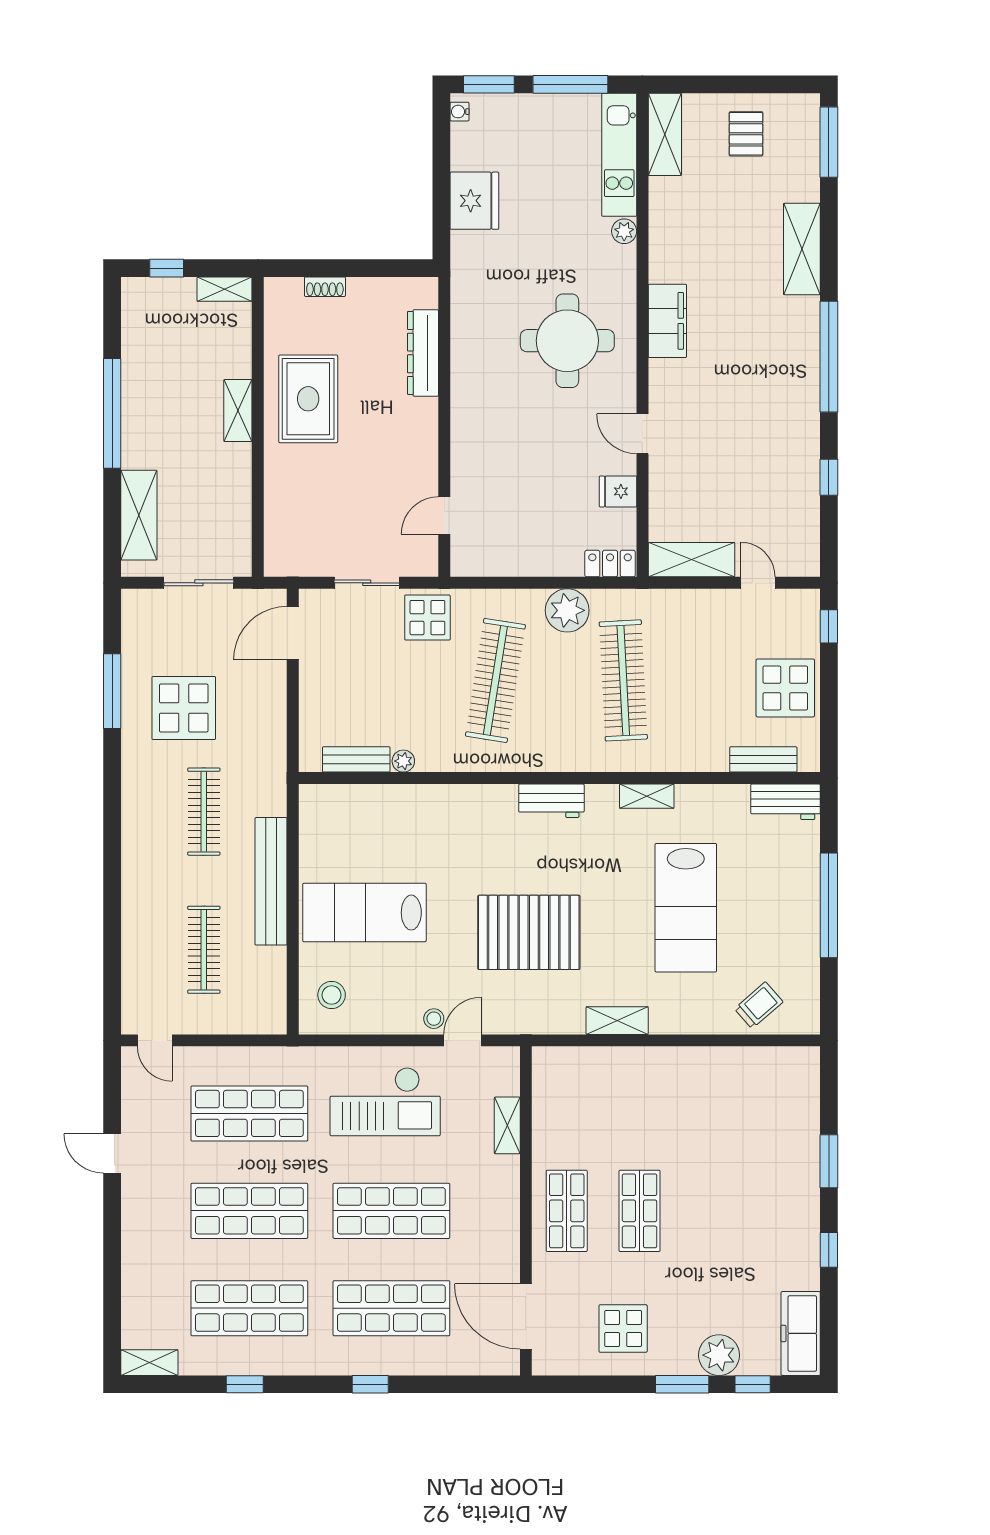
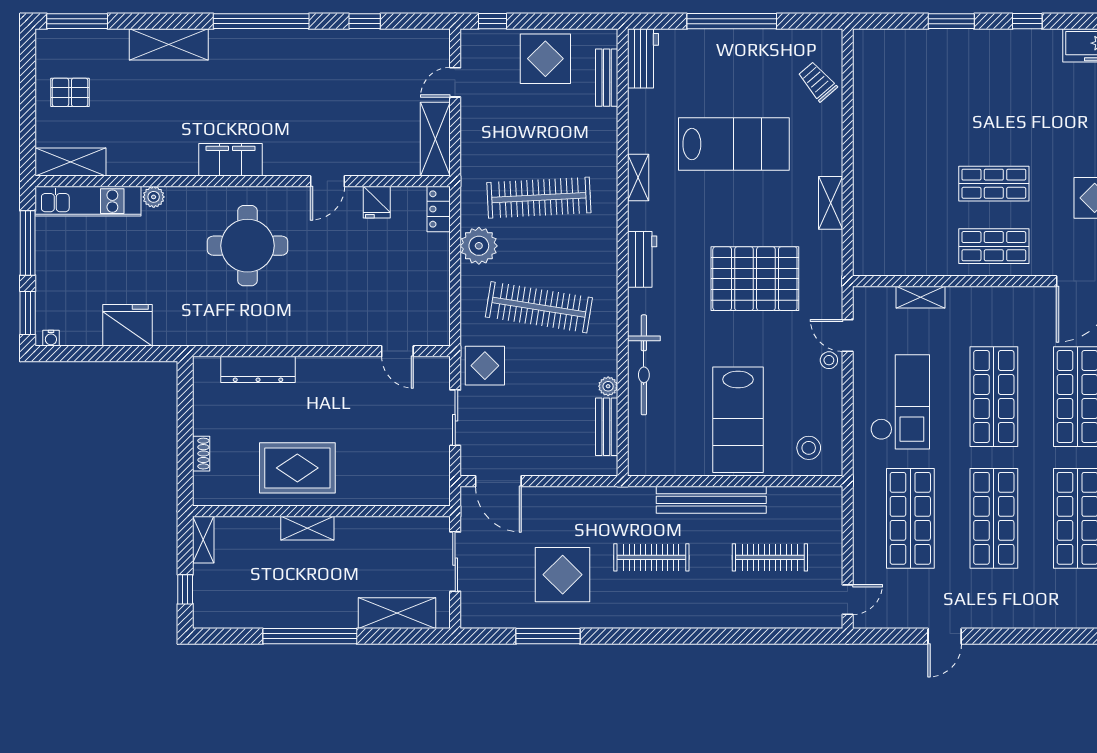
bicycle: (428, 803) -> (644, 365), added
pallet: (529, 932) -> (755, 279), turned 90

